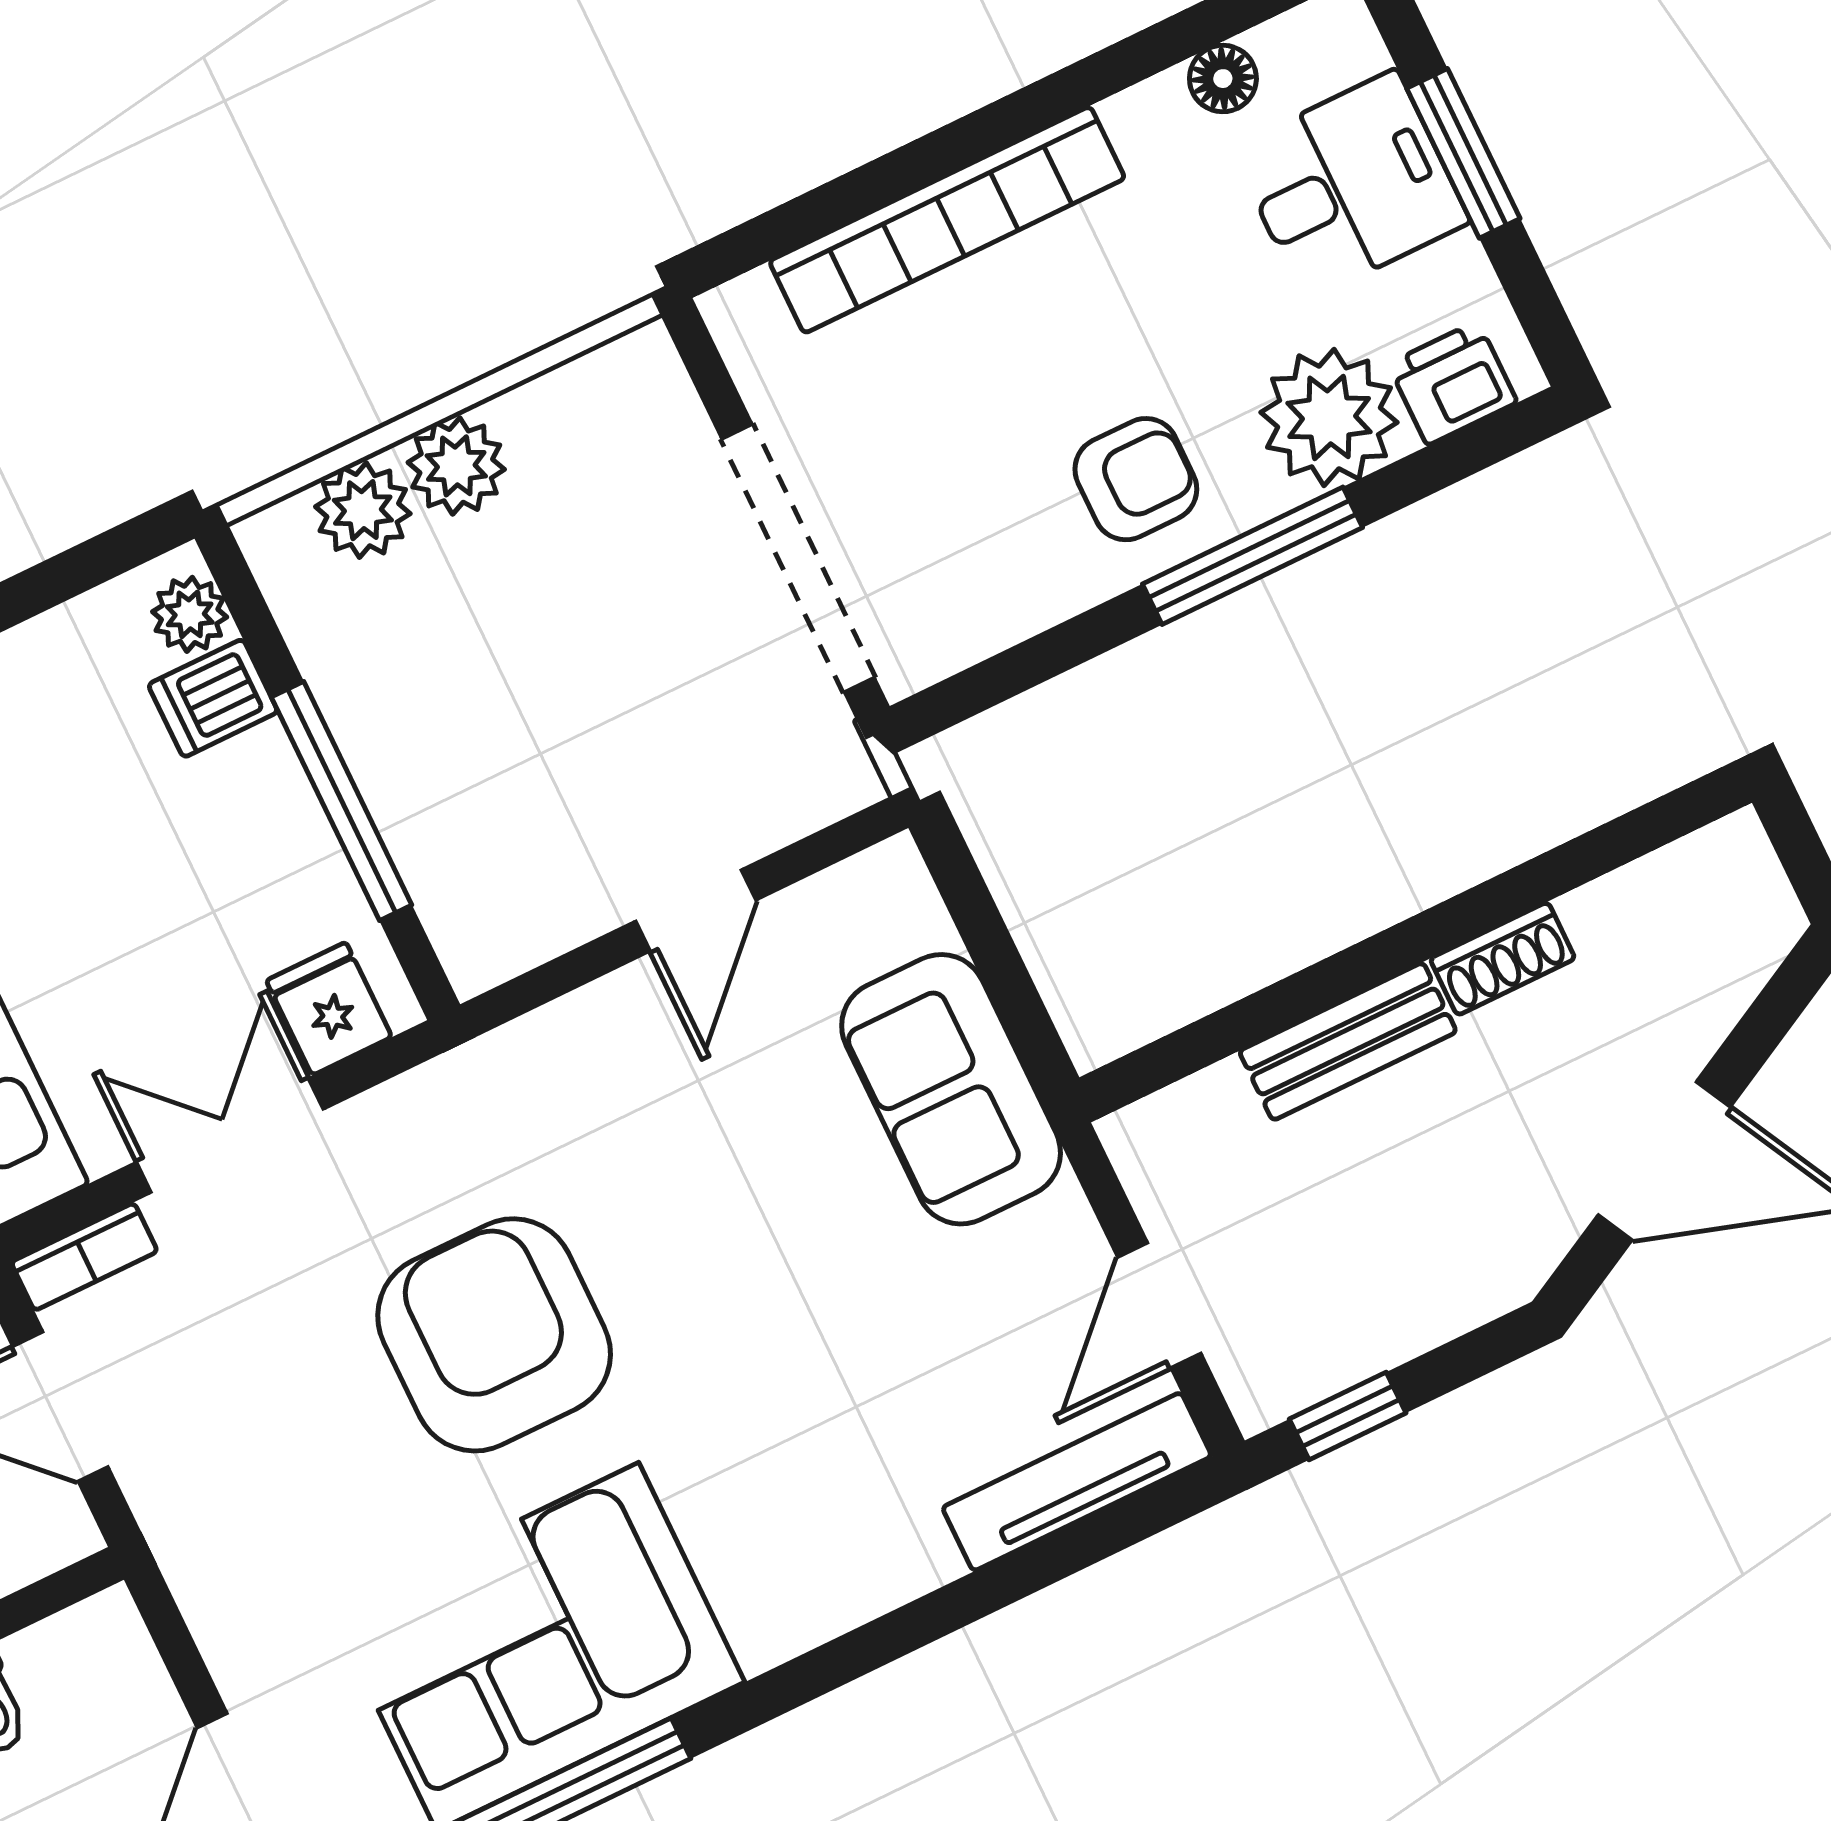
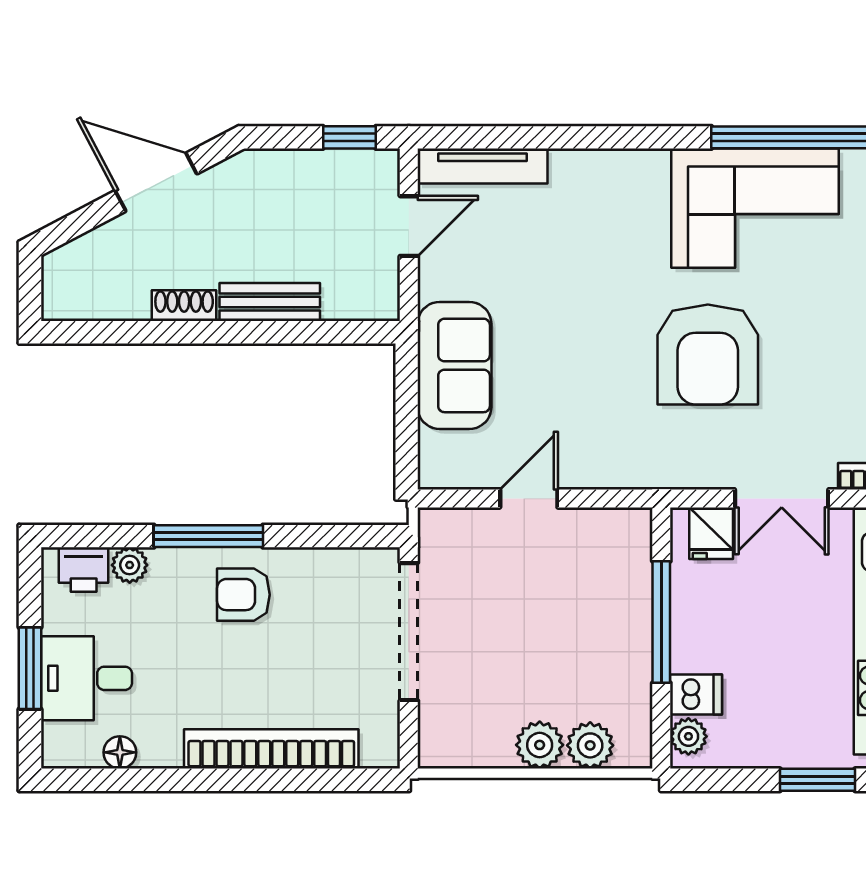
plant: (1329, 417) -> (130, 565), width x0.53, depth x0.53

